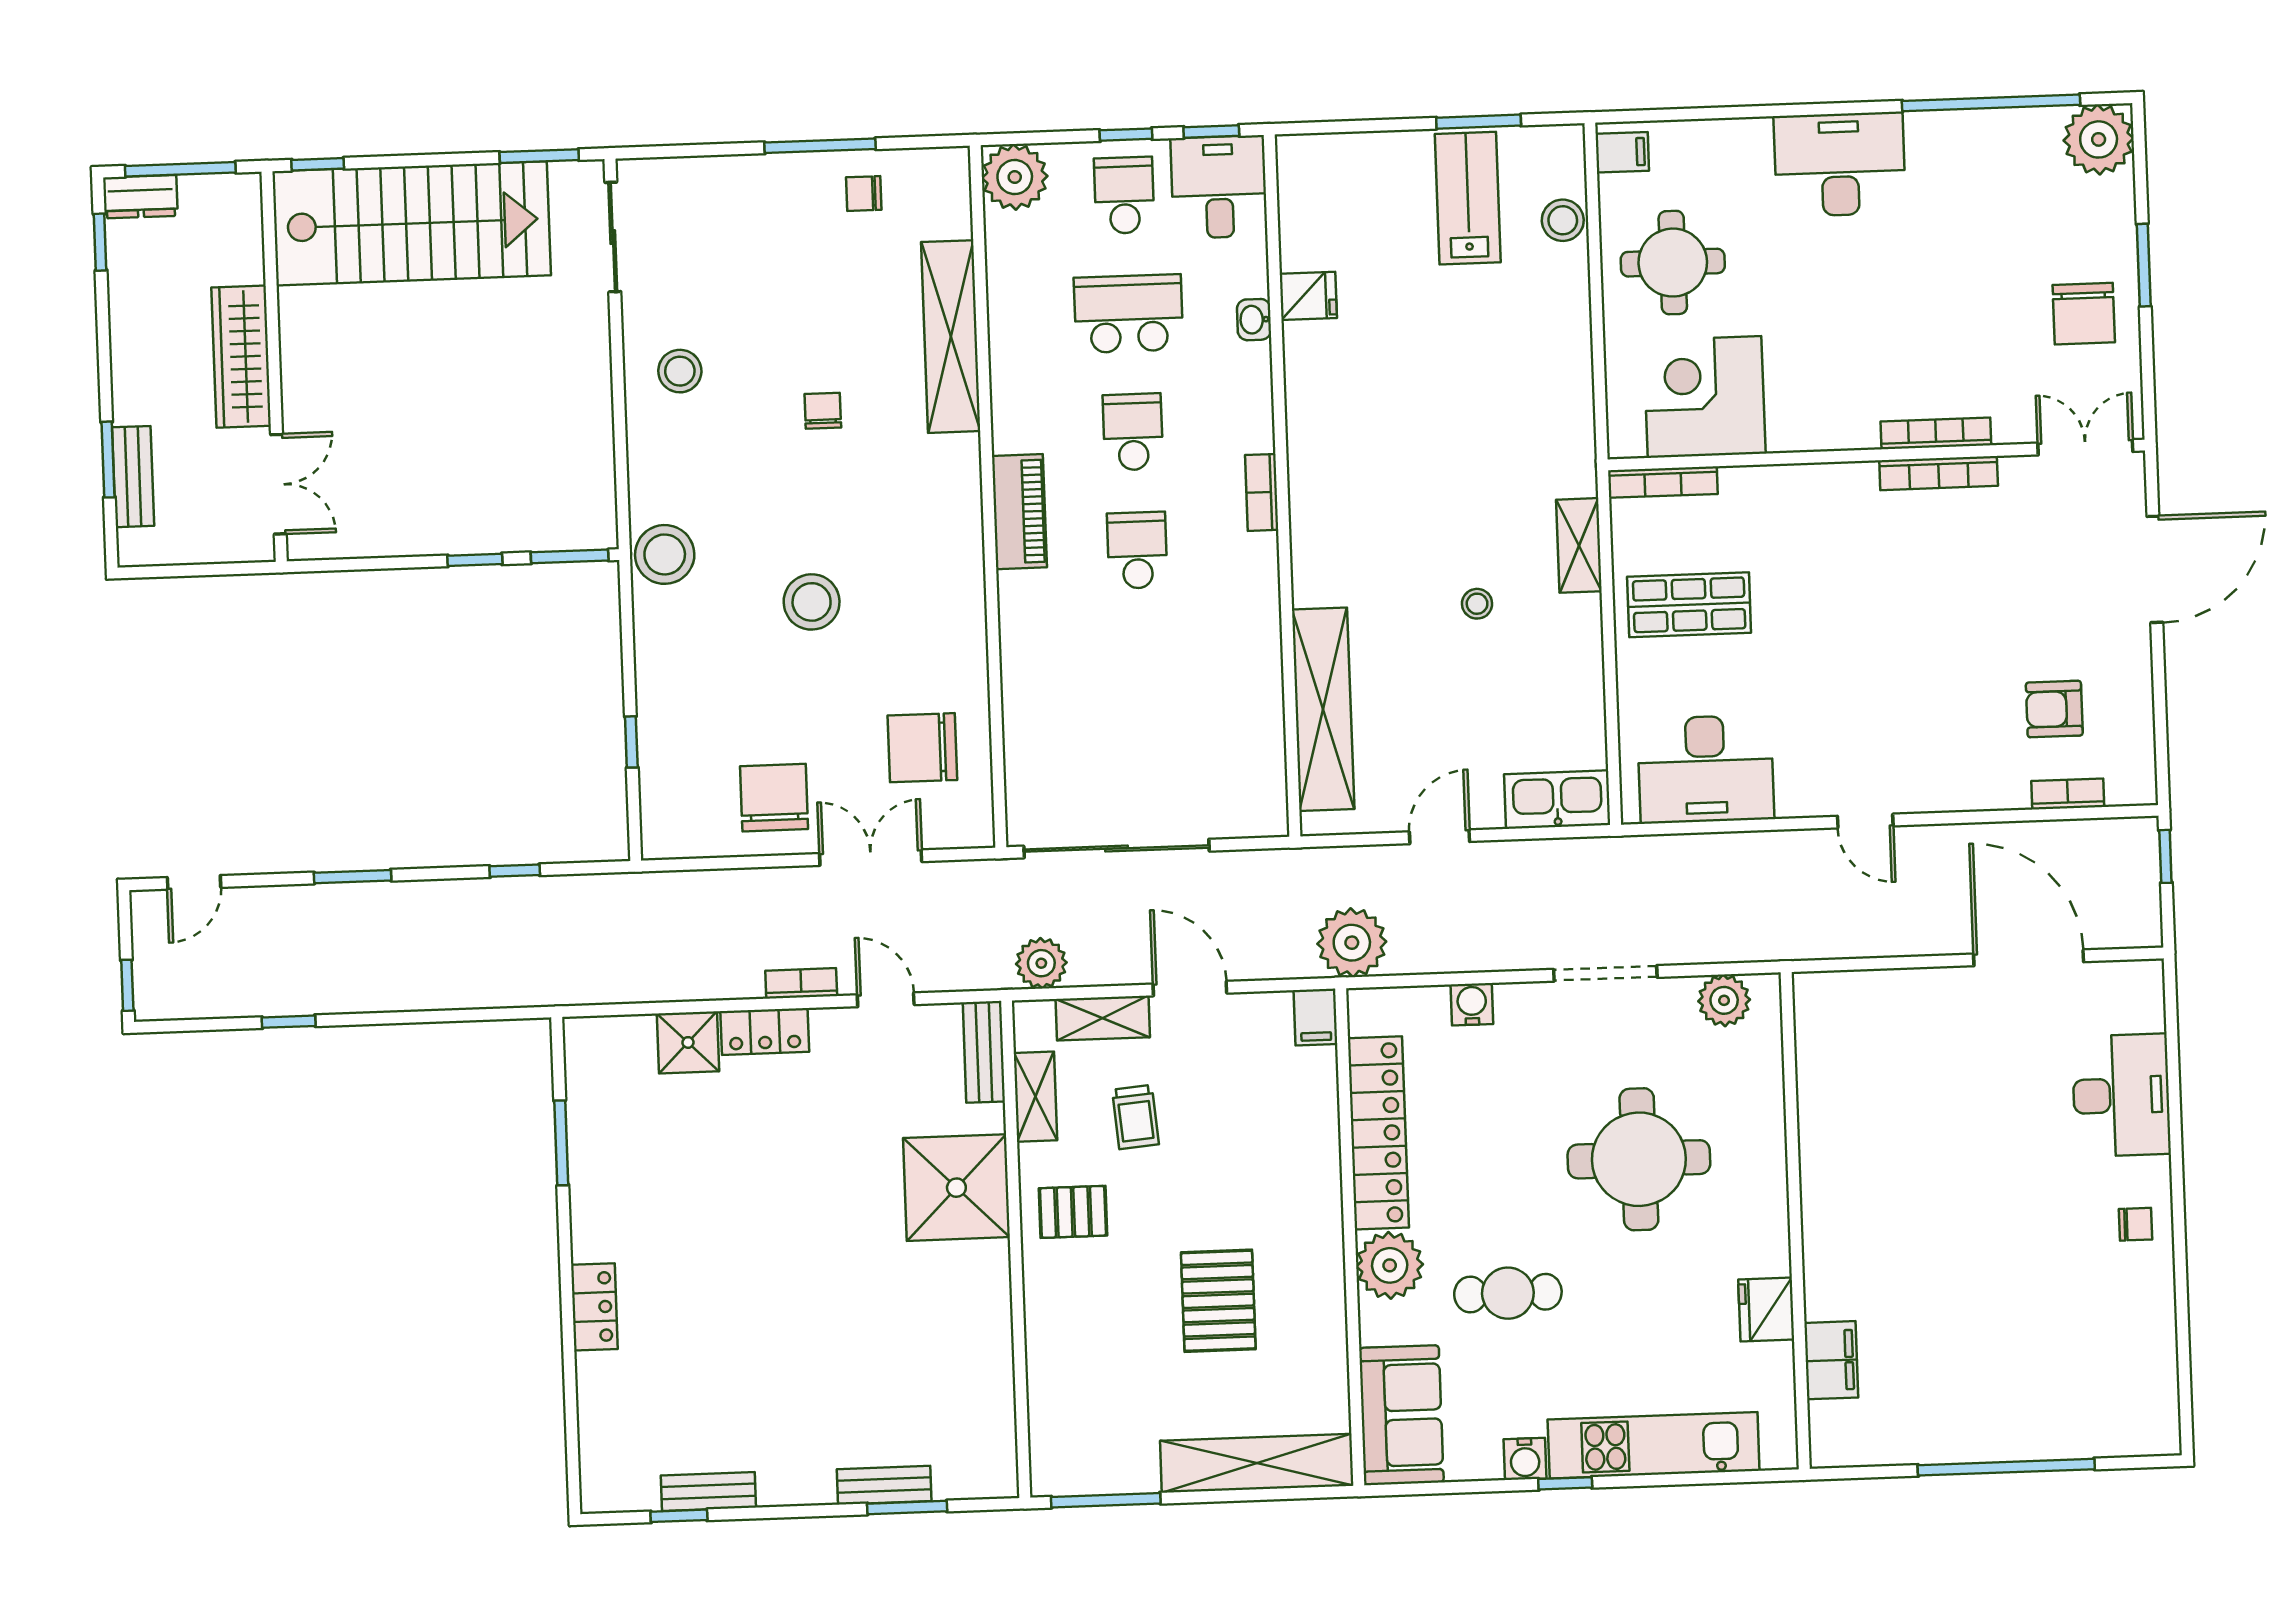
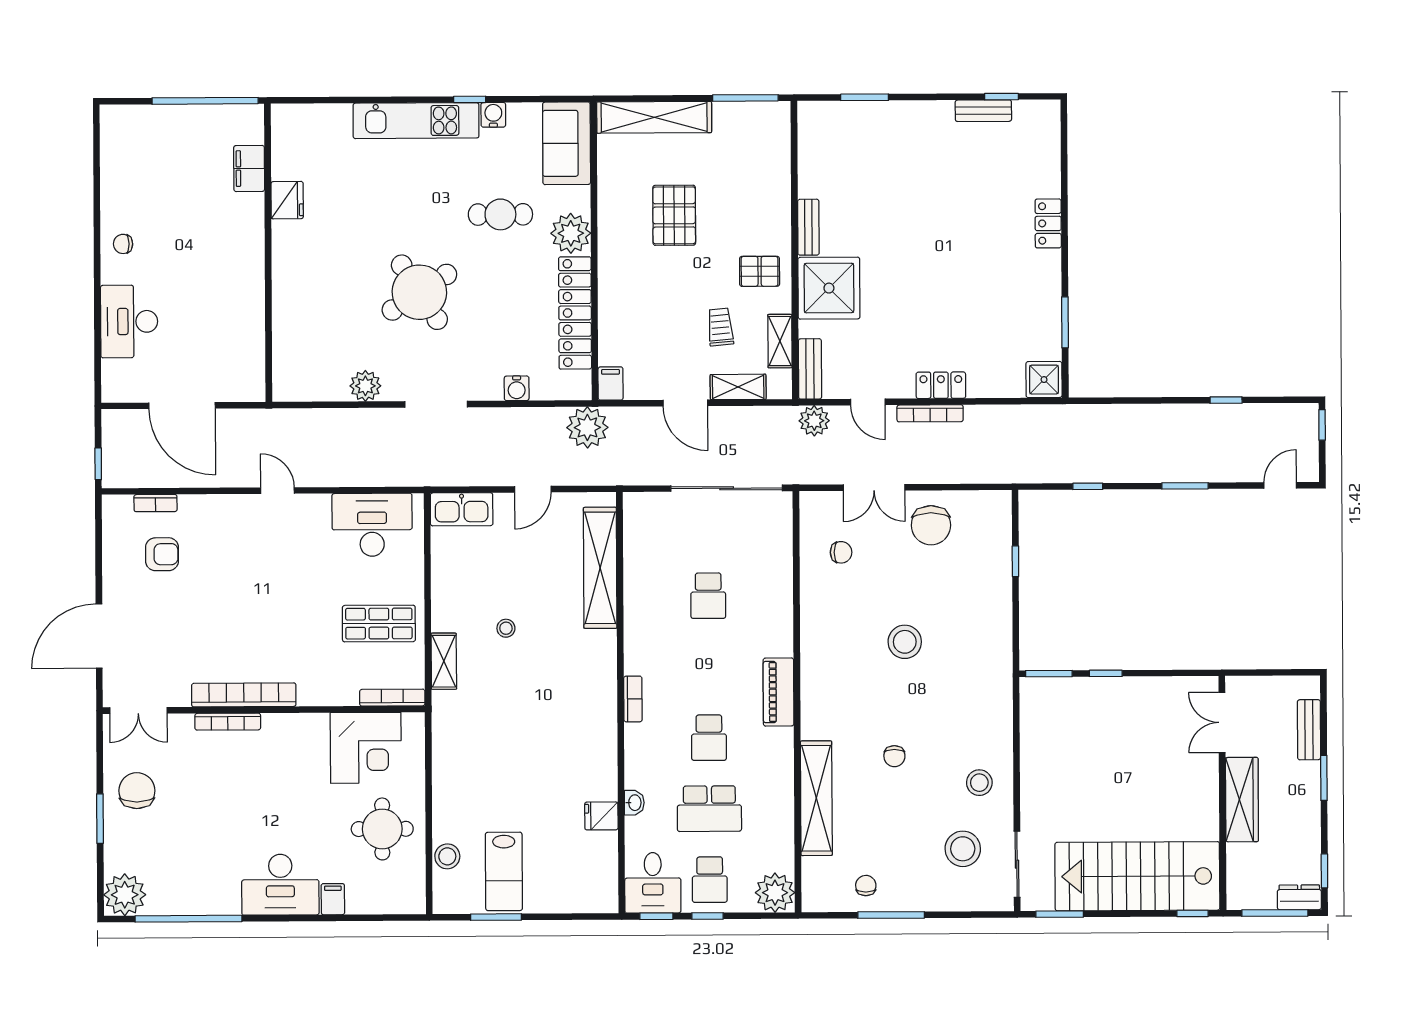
filing cabinet: (1622, 152) -> (333, 899), moved, turned 90
chair: (864, 194) -> (866, 886), turned -90
window: (108, 460) -> (1324, 778), moved
bookcase: (1939, 473) -> (244, 695), width x1.48, depth x1.31
school desk: (1137, 550) -> (708, 596), moved
stool: (665, 554) -> (963, 849), moved
chair: (922, 748) -> (841, 552), width x0.54, depth x0.54
plant: (1041, 963) -> (814, 421), moved
bookcase: (801, 983) -> (930, 413), width x1.56
shower: (688, 1042) -> (1044, 380), moved
round table: (1639, 1159) -> (419, 292), turned -33
wall: (1795, 1221) -> (268, 253), moved
fridge: (1766, 1309) -> (287, 200), moved
filing cabinet: (1831, 1360) -> (249, 168), moved
bench: (884, 1485) -> (808, 227), moved, turned 90

